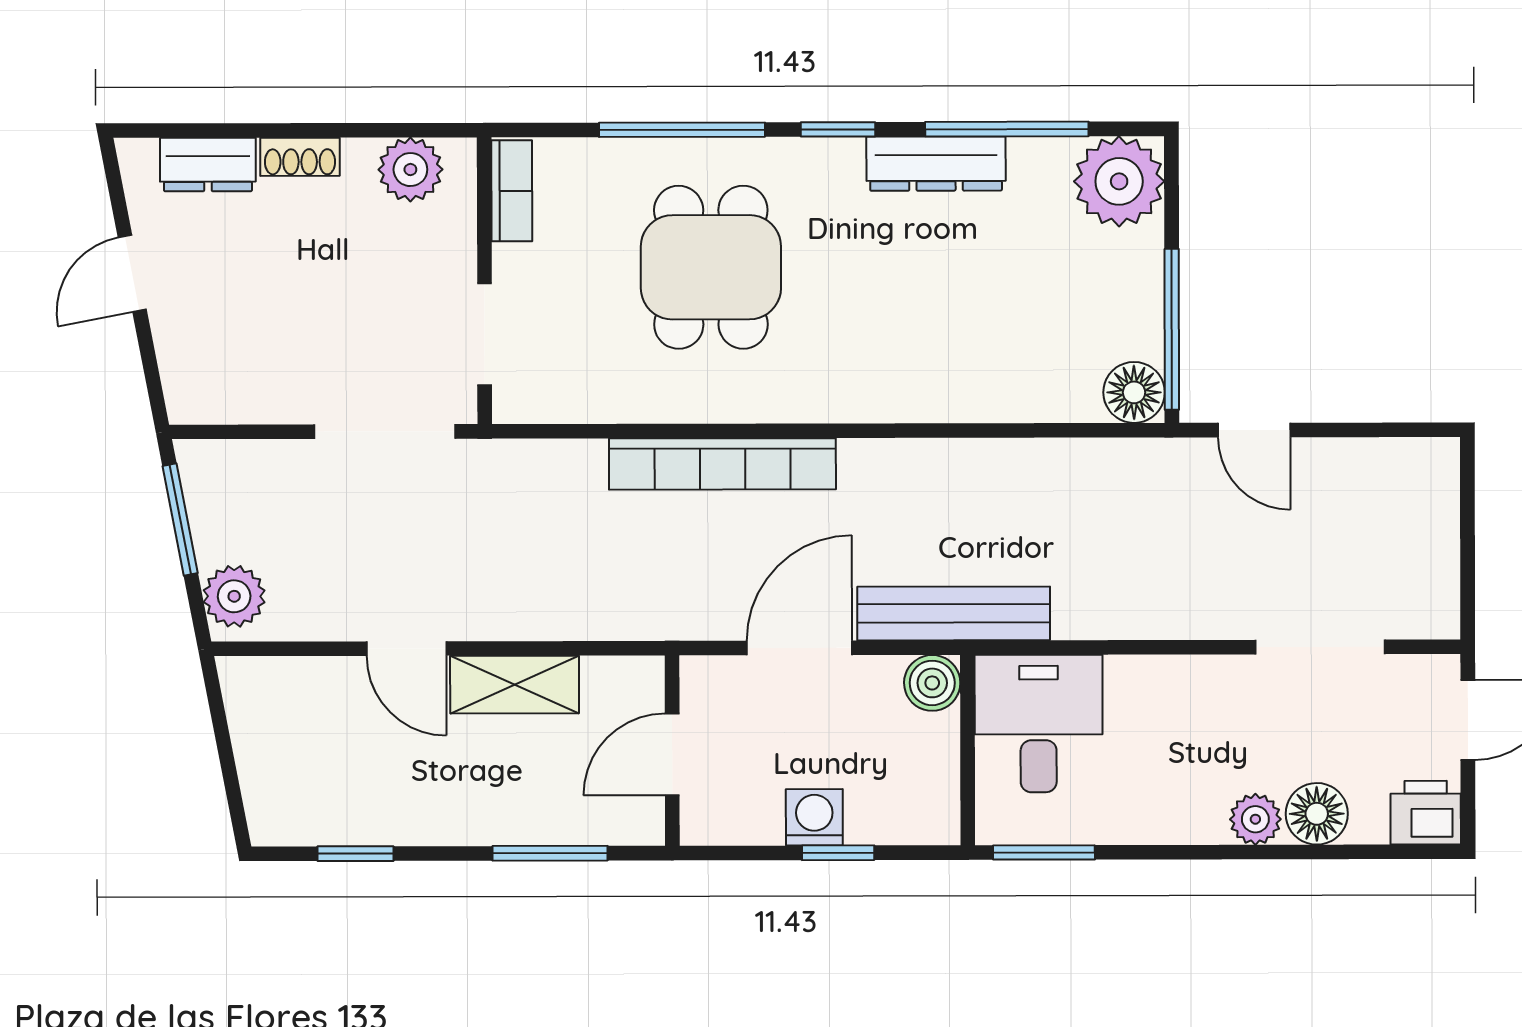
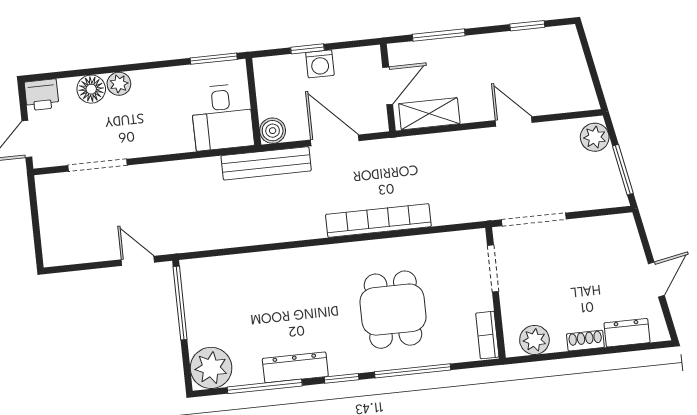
floor lamp: (1134, 392) -> (194, 272), removed
door: (799, 648) -> (335, 140), swing flipped
shelving: (515, 685) -> (429, 114), moved

